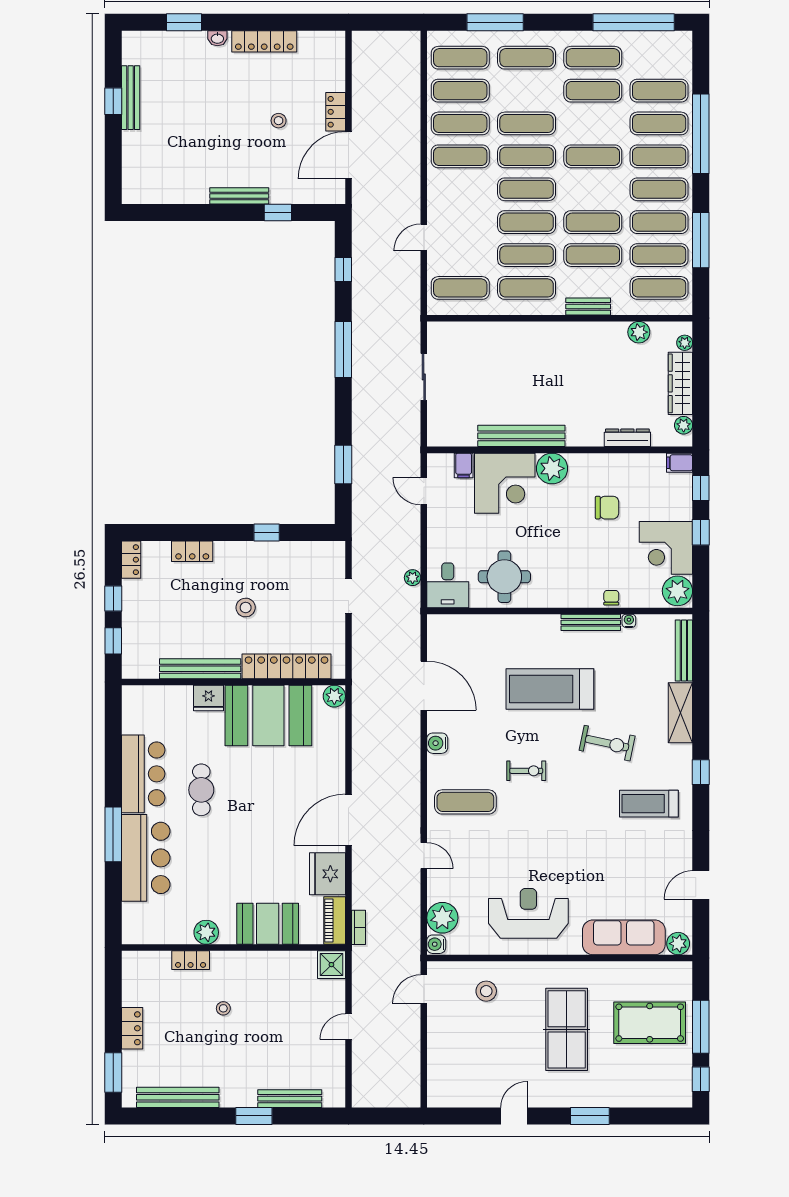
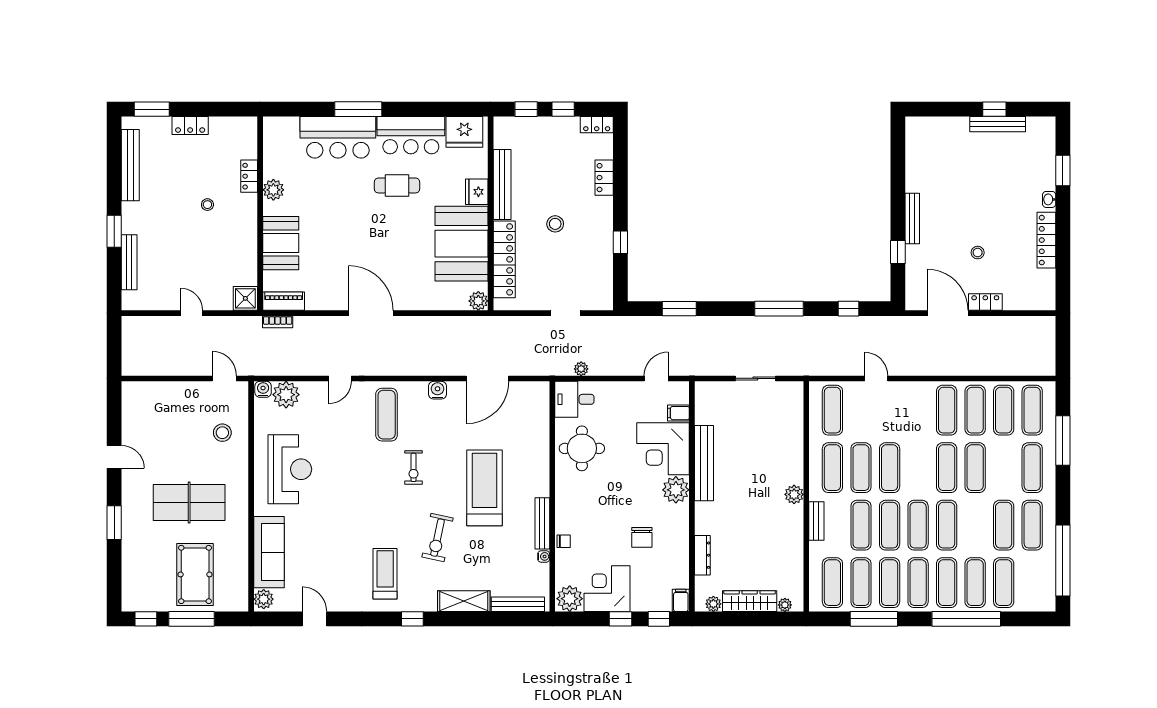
exercise mat: (527, 189) -> (918, 525), moved
plant: (639, 332) -> (794, 494), moved
fridge: (327, 874) -> (464, 132), moved, turned 180

